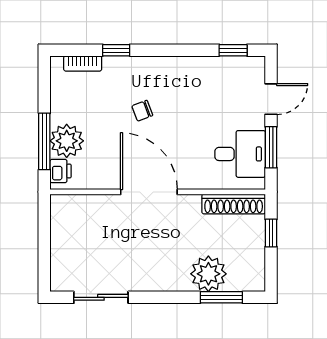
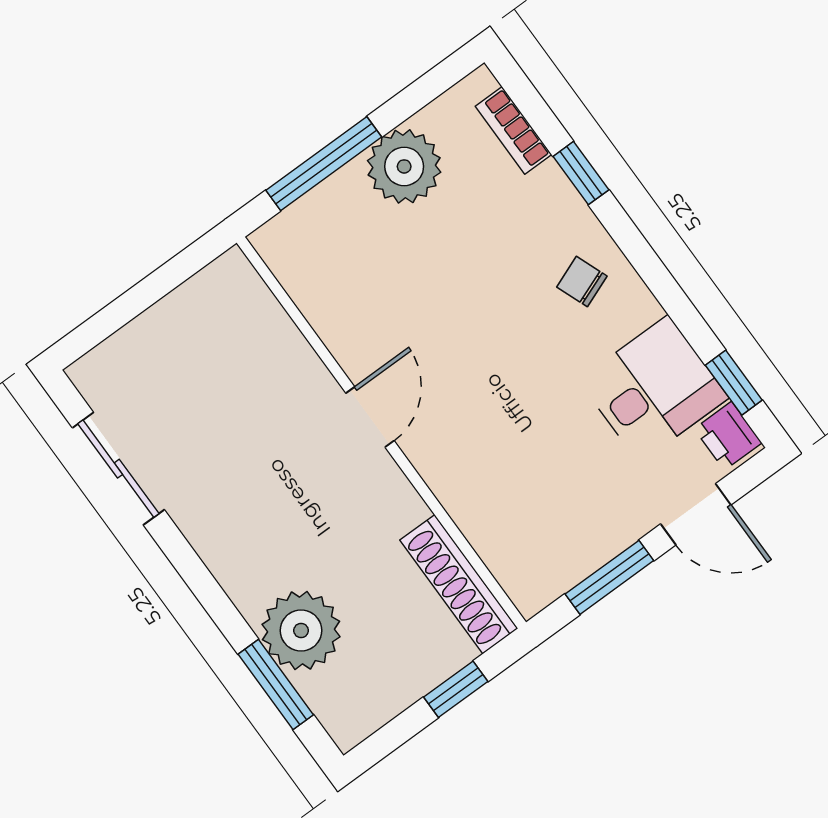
chair: (142, 111) -> (582, 282), moved
plant: (67, 141) -> (404, 166), moved
desk: (240, 154) -> (654, 389), moved, turned -90
printer: (61, 171) -> (728, 436), moved, turned 90
door: (149, 192) -> (370, 417), width x0.53

